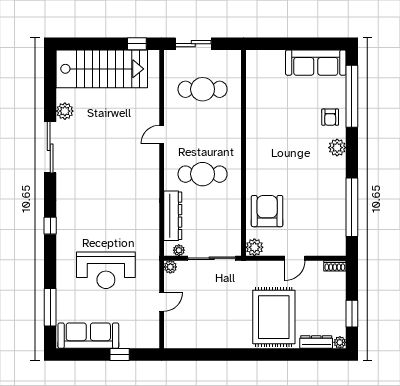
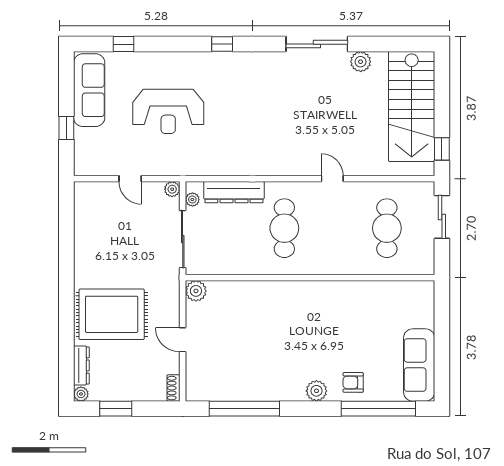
armchair: (267, 211) -> (240, 306), removed
reception desk: (106, 270) -> (168, 111), turned -90
window: (50, 307) -> (124, 44), width x0.46

